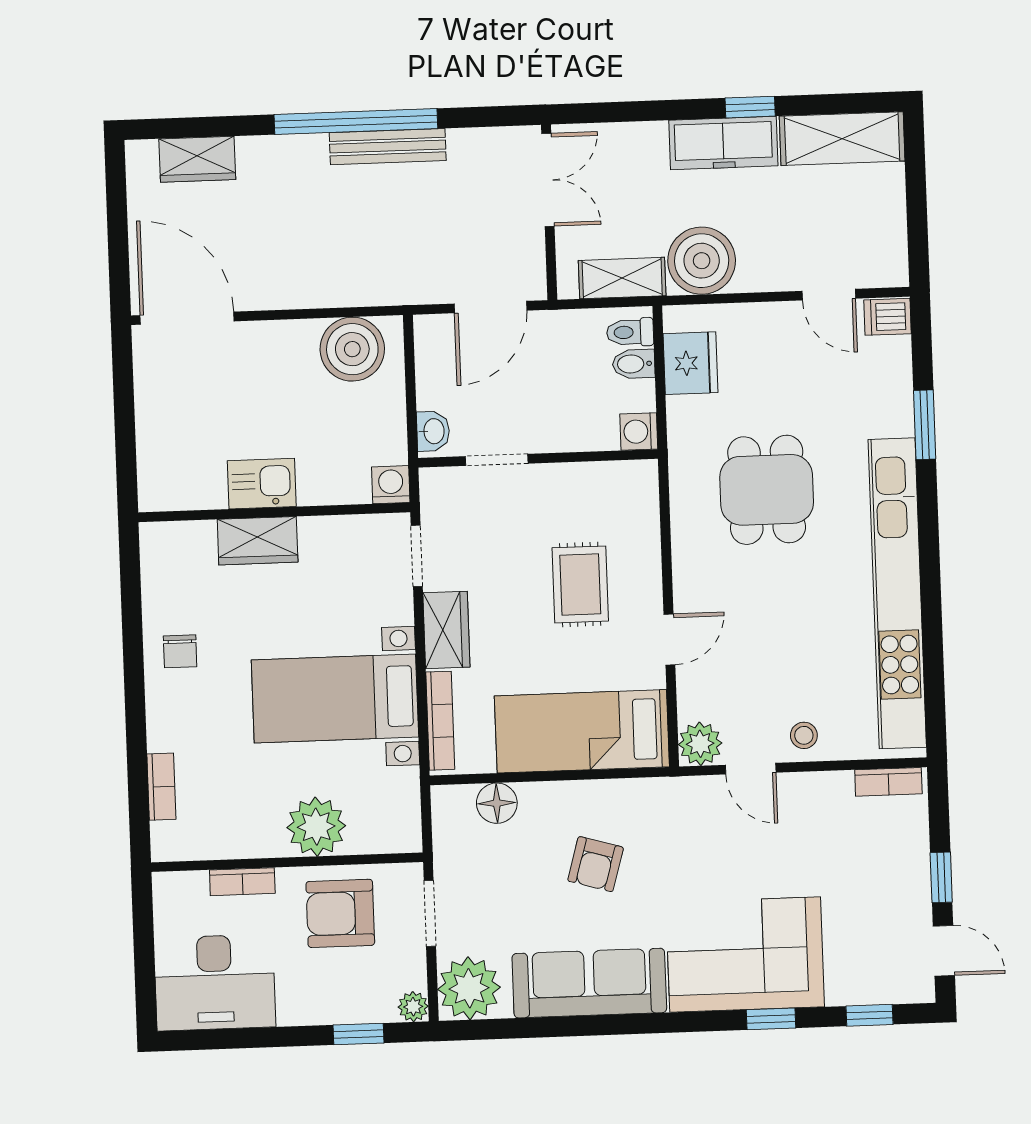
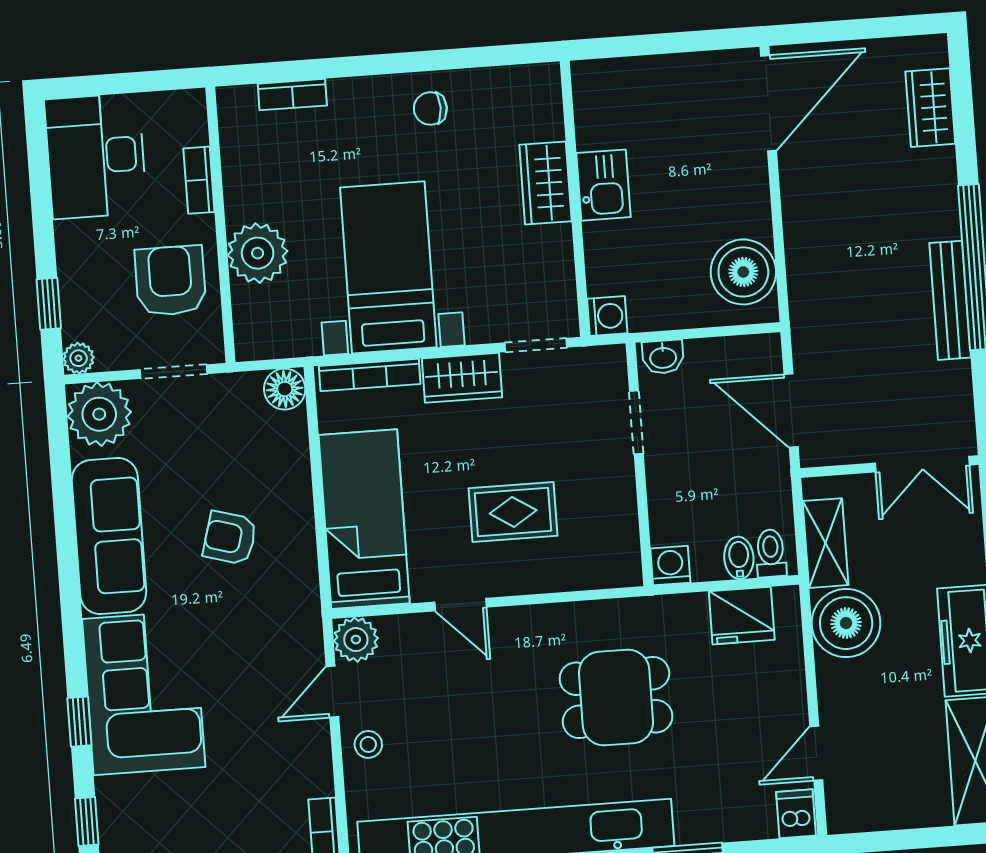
floor lamp: (497, 803) -> (285, 389), moved

